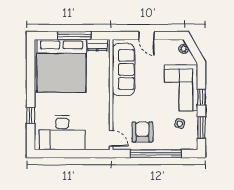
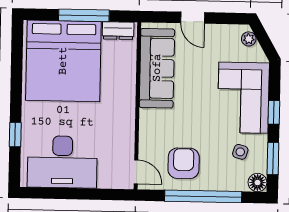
floor lamp: (192, 144) -> (257, 183), added

